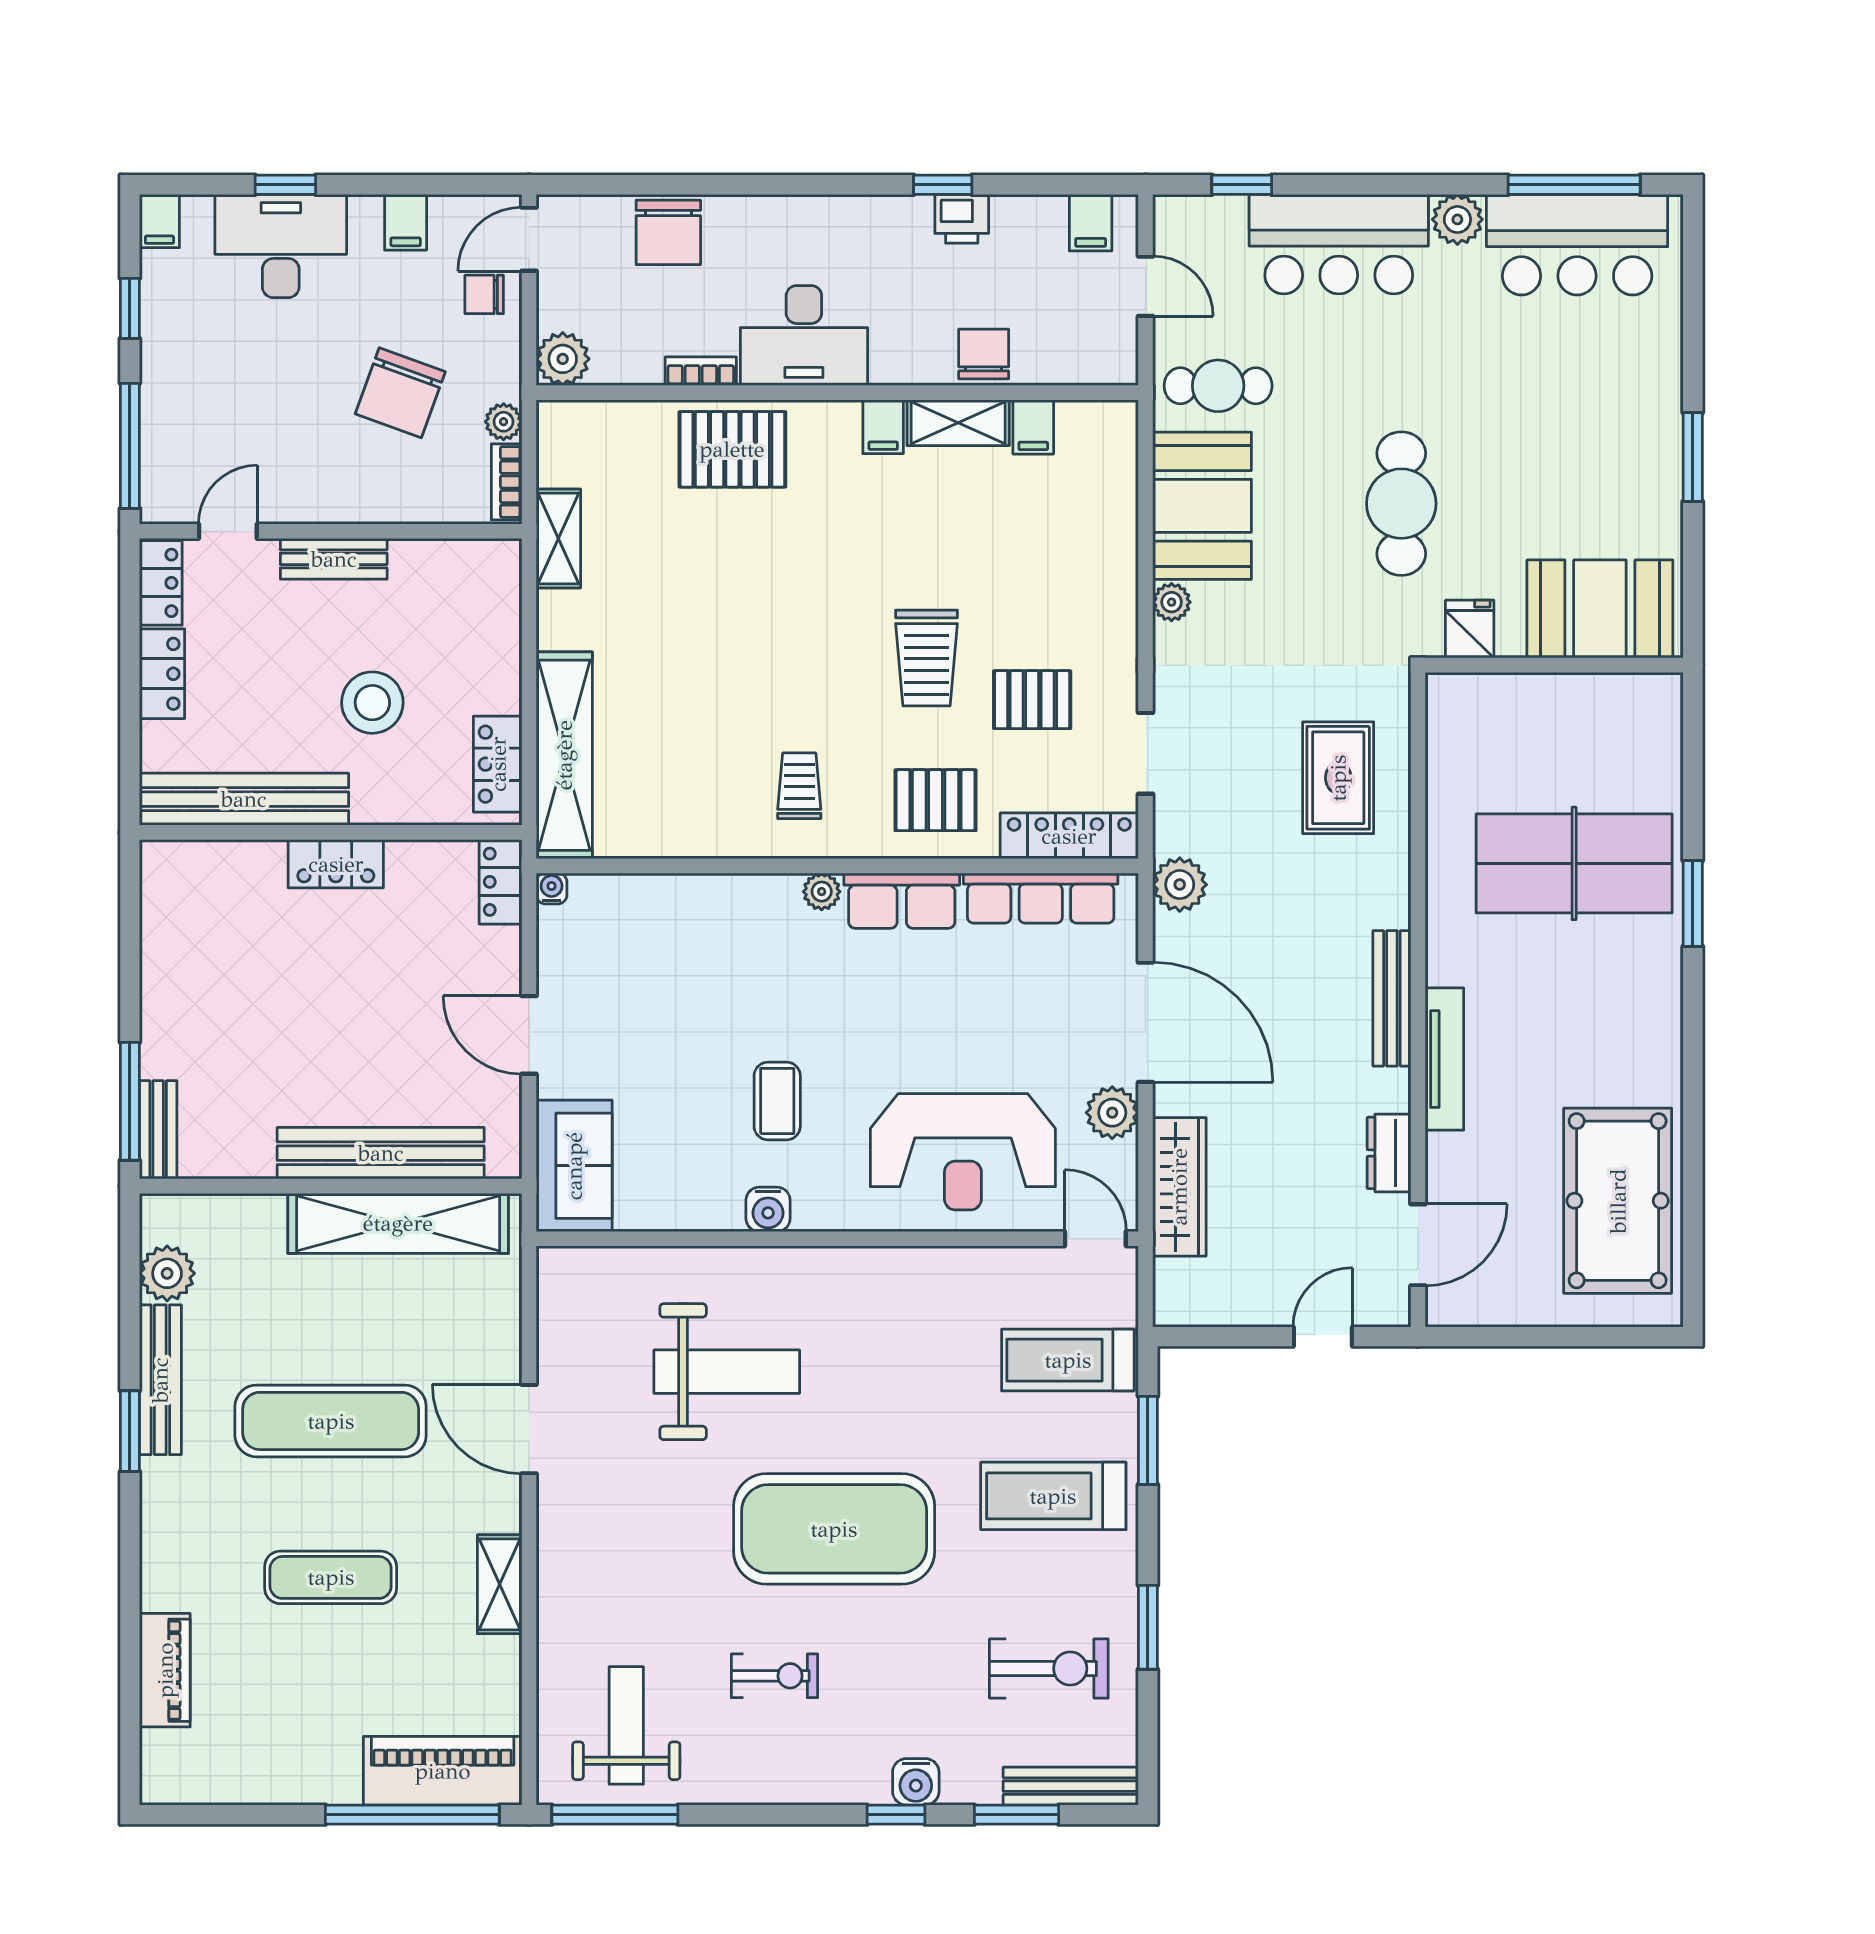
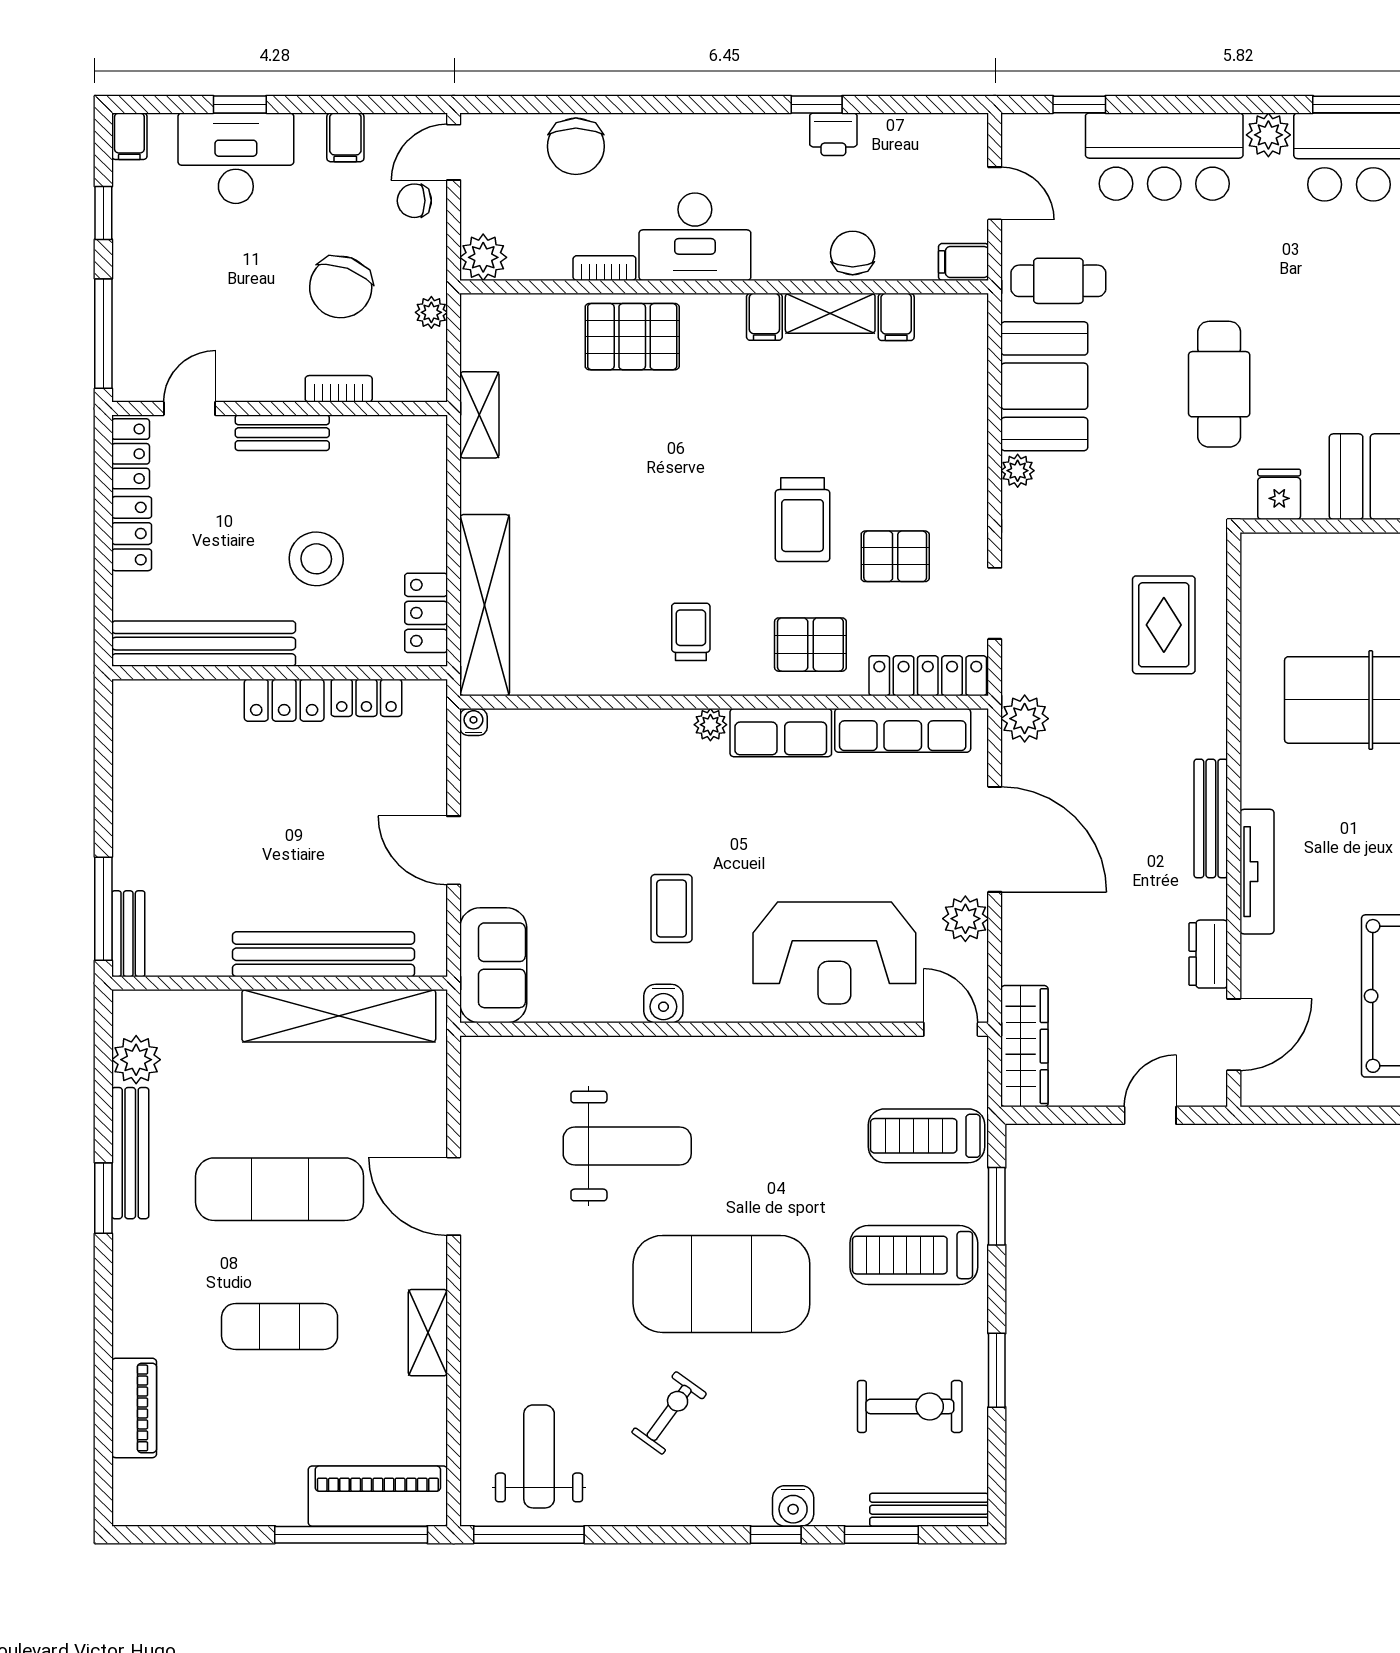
filing cabinet: (1091, 223) -> (964, 262), moved, turned 90
bookcase: (507, 482) -> (339, 389), moved, turned 90
locker: (500, 882) -> (366, 698), moved, turned -90
wardrobe: (1179, 1187) -> (1024, 1046), moved
exercise bike: (774, 1676) -> (669, 1413), turned -54

